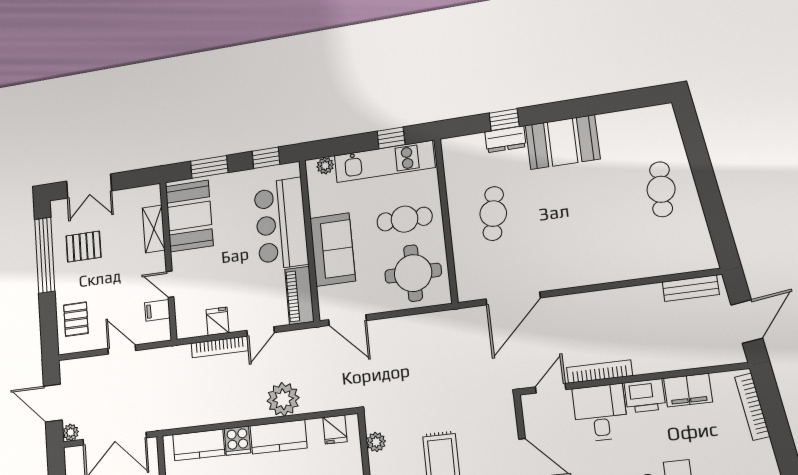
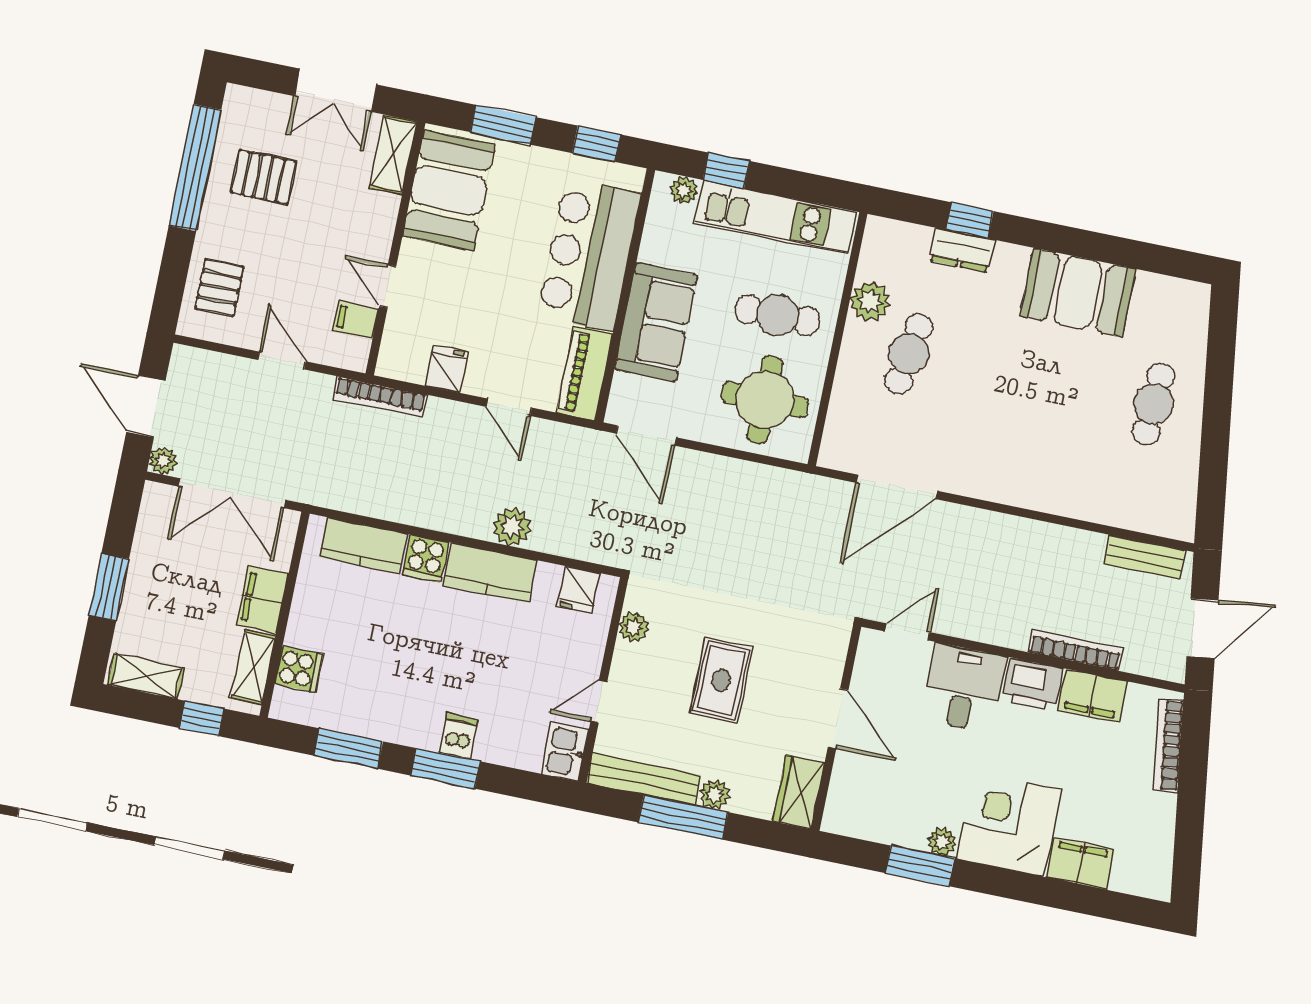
window: (391, 138) -> (726, 170), moved
booth: (563, 142) -> (1078, 293), moved
double door: (89, 186) -> (336, 90), moved
plant: (459, 191) -> (870, 302), added
shelving: (154, 229) -> (393, 155), moved
door: (261, 331) -> (509, 407), hinge flipped
bookcase: (220, 347) -> (380, 397), moved
bookcase: (599, 372) -> (1076, 650), moved
plant: (283, 399) -> (512, 527), width x0.73, depth x0.73

